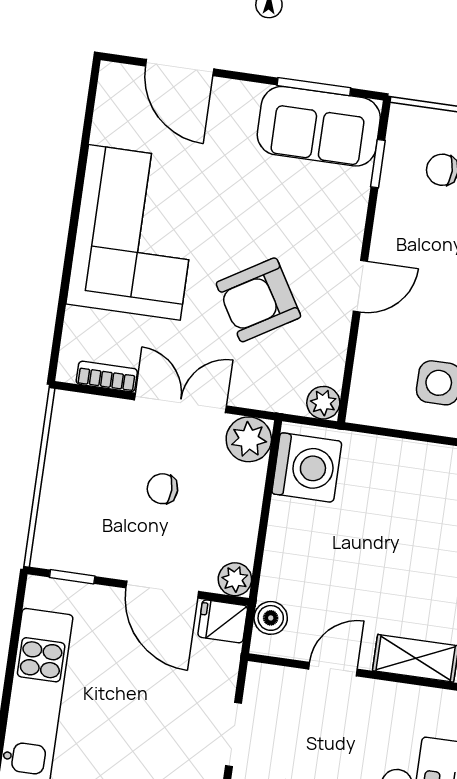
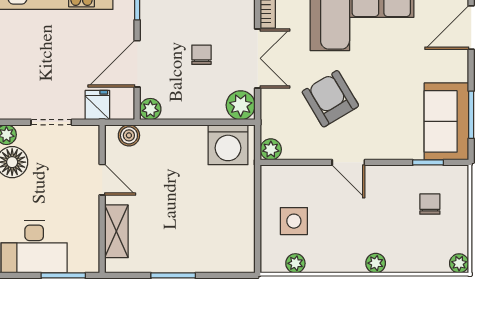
fridge: (223, 621) -> (97, 105), moved

